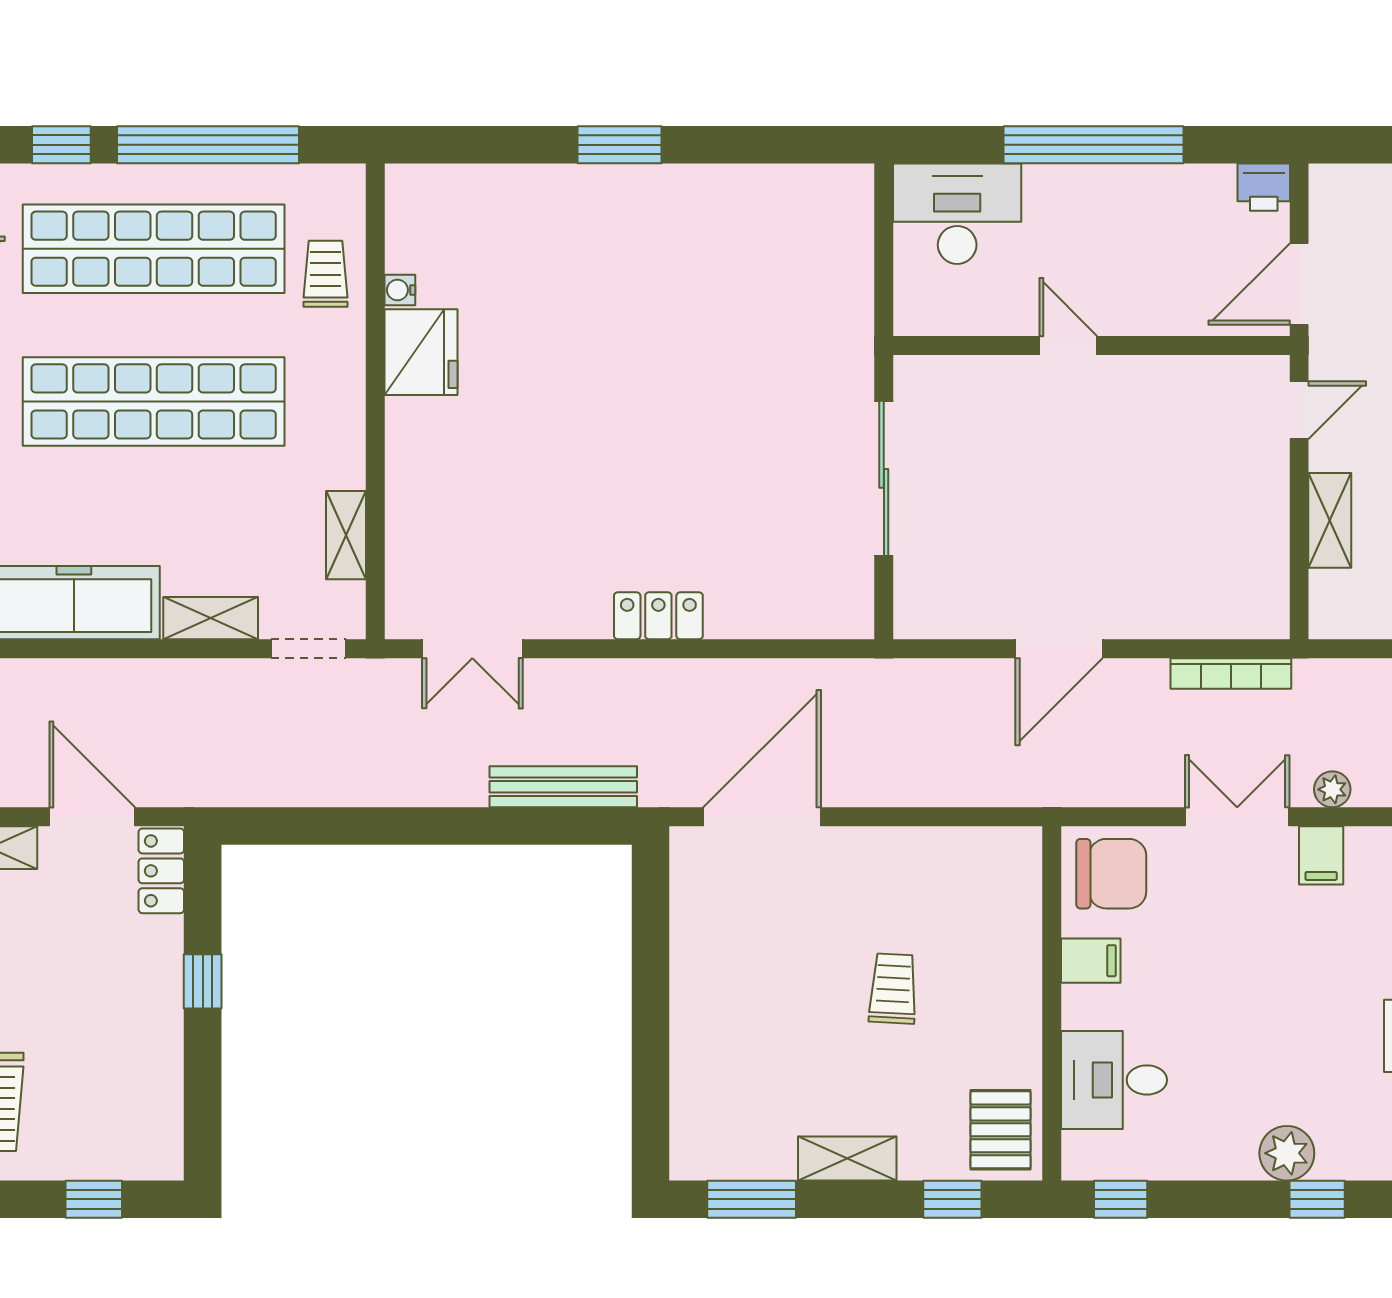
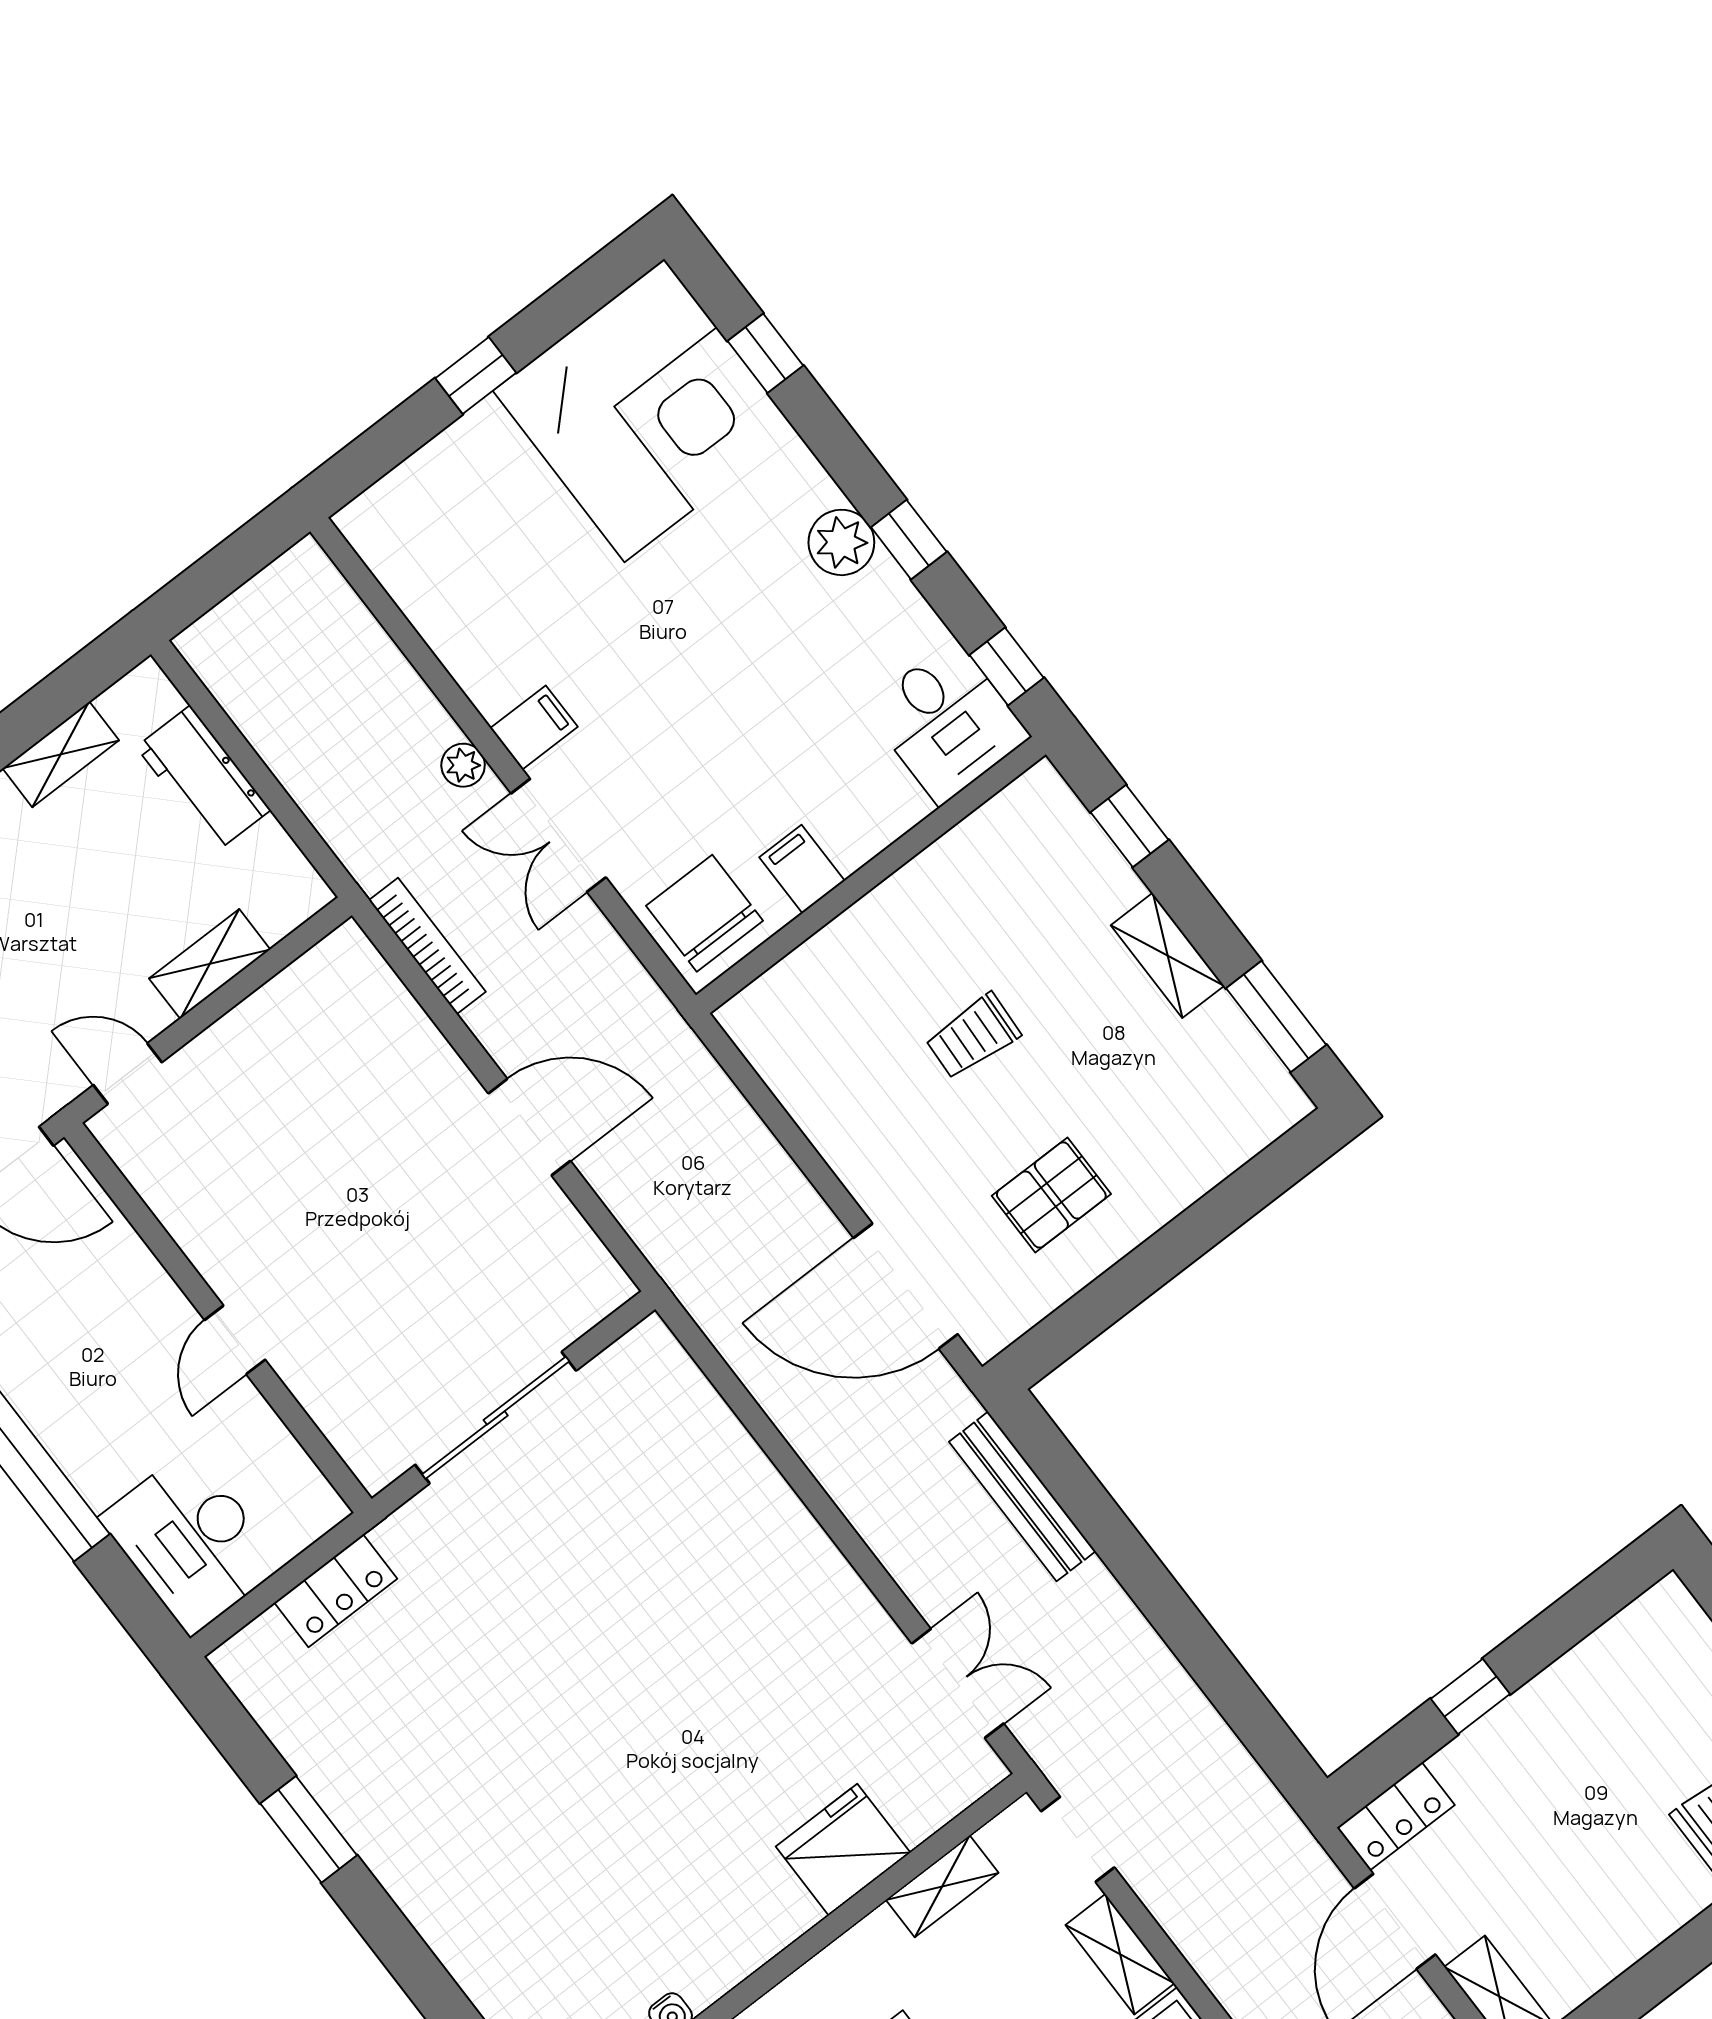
window: (620, 145) -> (309, 1829), moved
fridge: (421, 352) -> (843, 1850), moved
locker: (658, 616) -> (336, 1591), moved, turned -90
desk: (1114, 1080) -> (947, 722), moved
pallet: (1001, 1130) -> (1051, 1195), moved
window: (1317, 1199) -> (909, 540), moved

